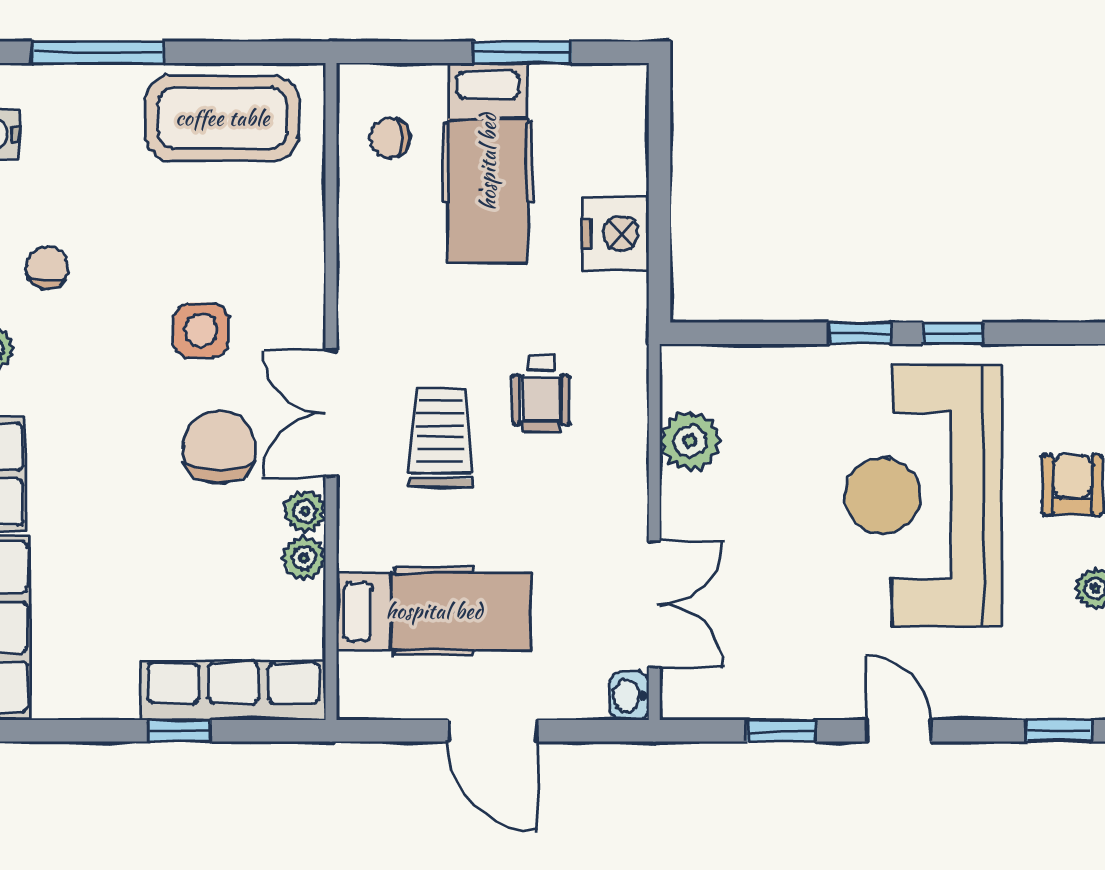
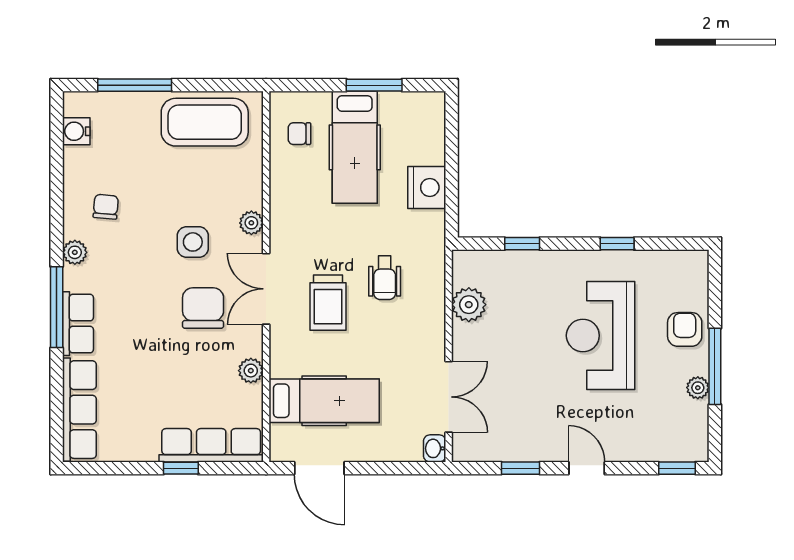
window: (860, 333) -> (522, 244), moved
trolley: (441, 438) -> (328, 303), turned 180
reception desk: (923, 496) -> (601, 336), width x0.74, depth x0.77
plant: (305, 511) -> (251, 223), moved
door: (493, 731) -> (319, 468), moved

